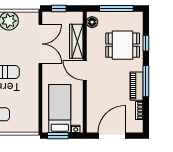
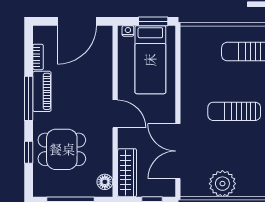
wardrobe: (76, 41) -> (127, 173), moved

